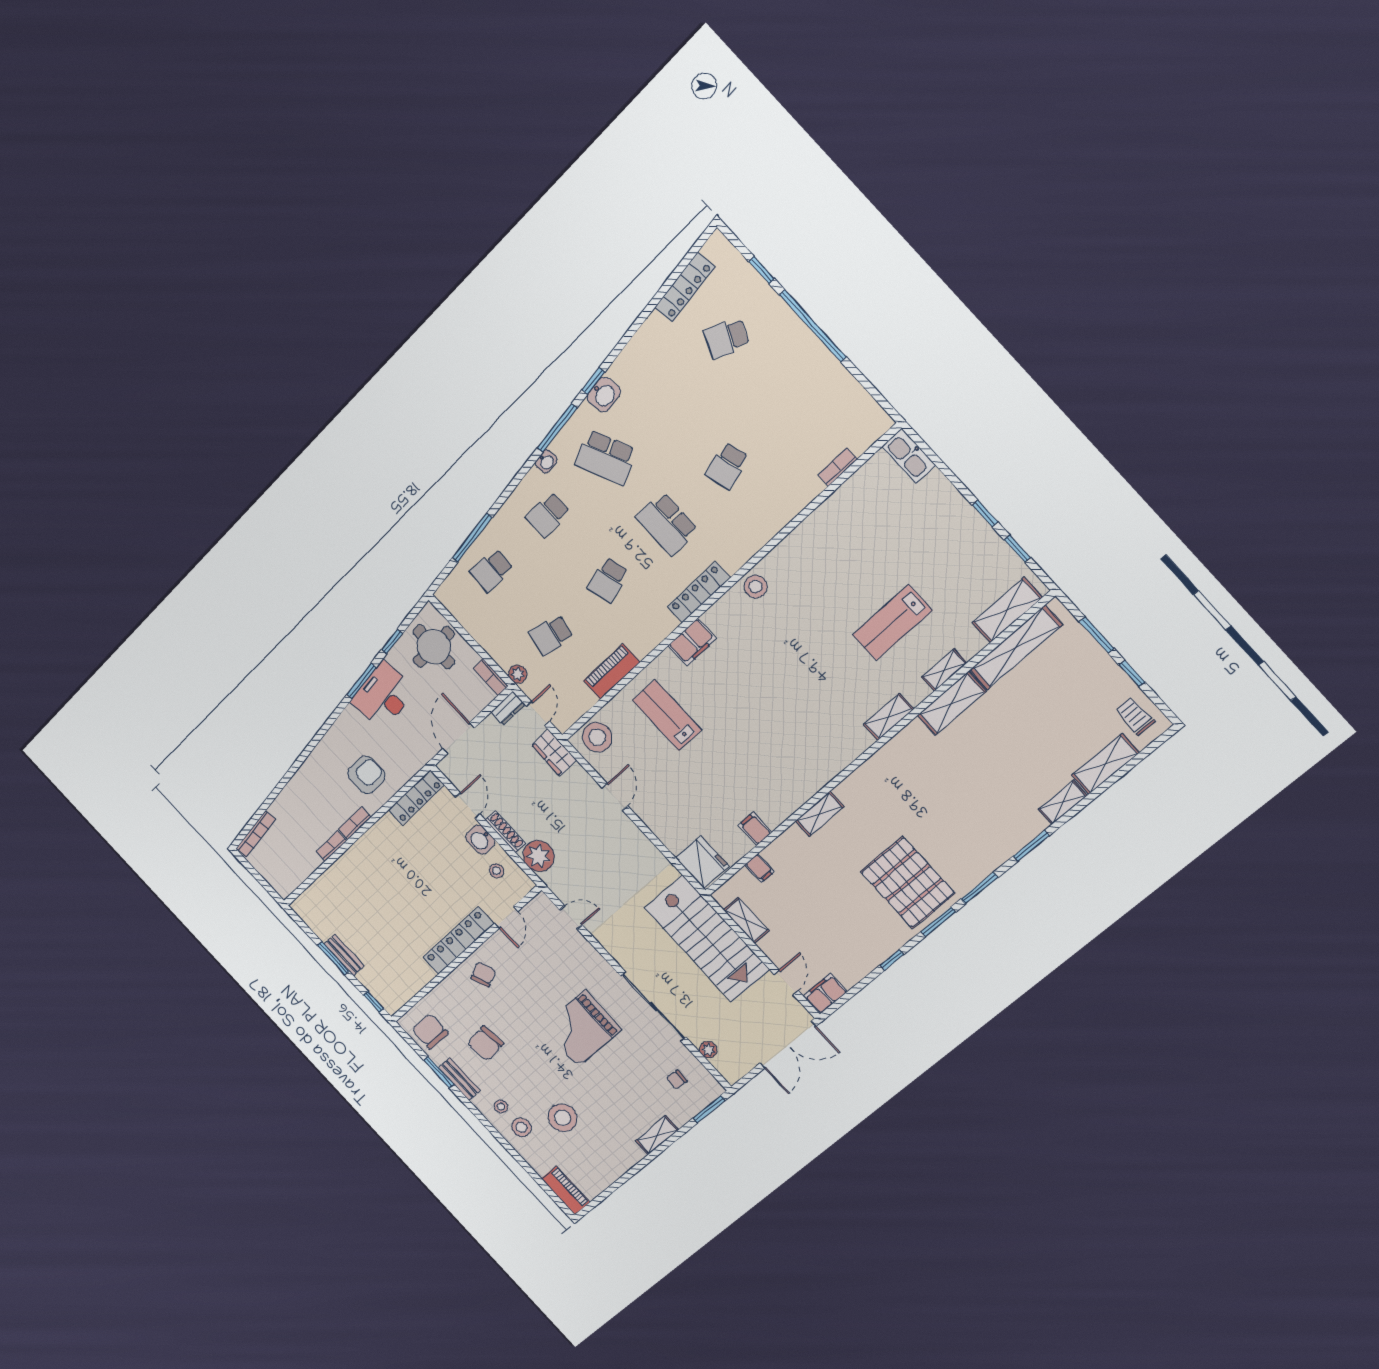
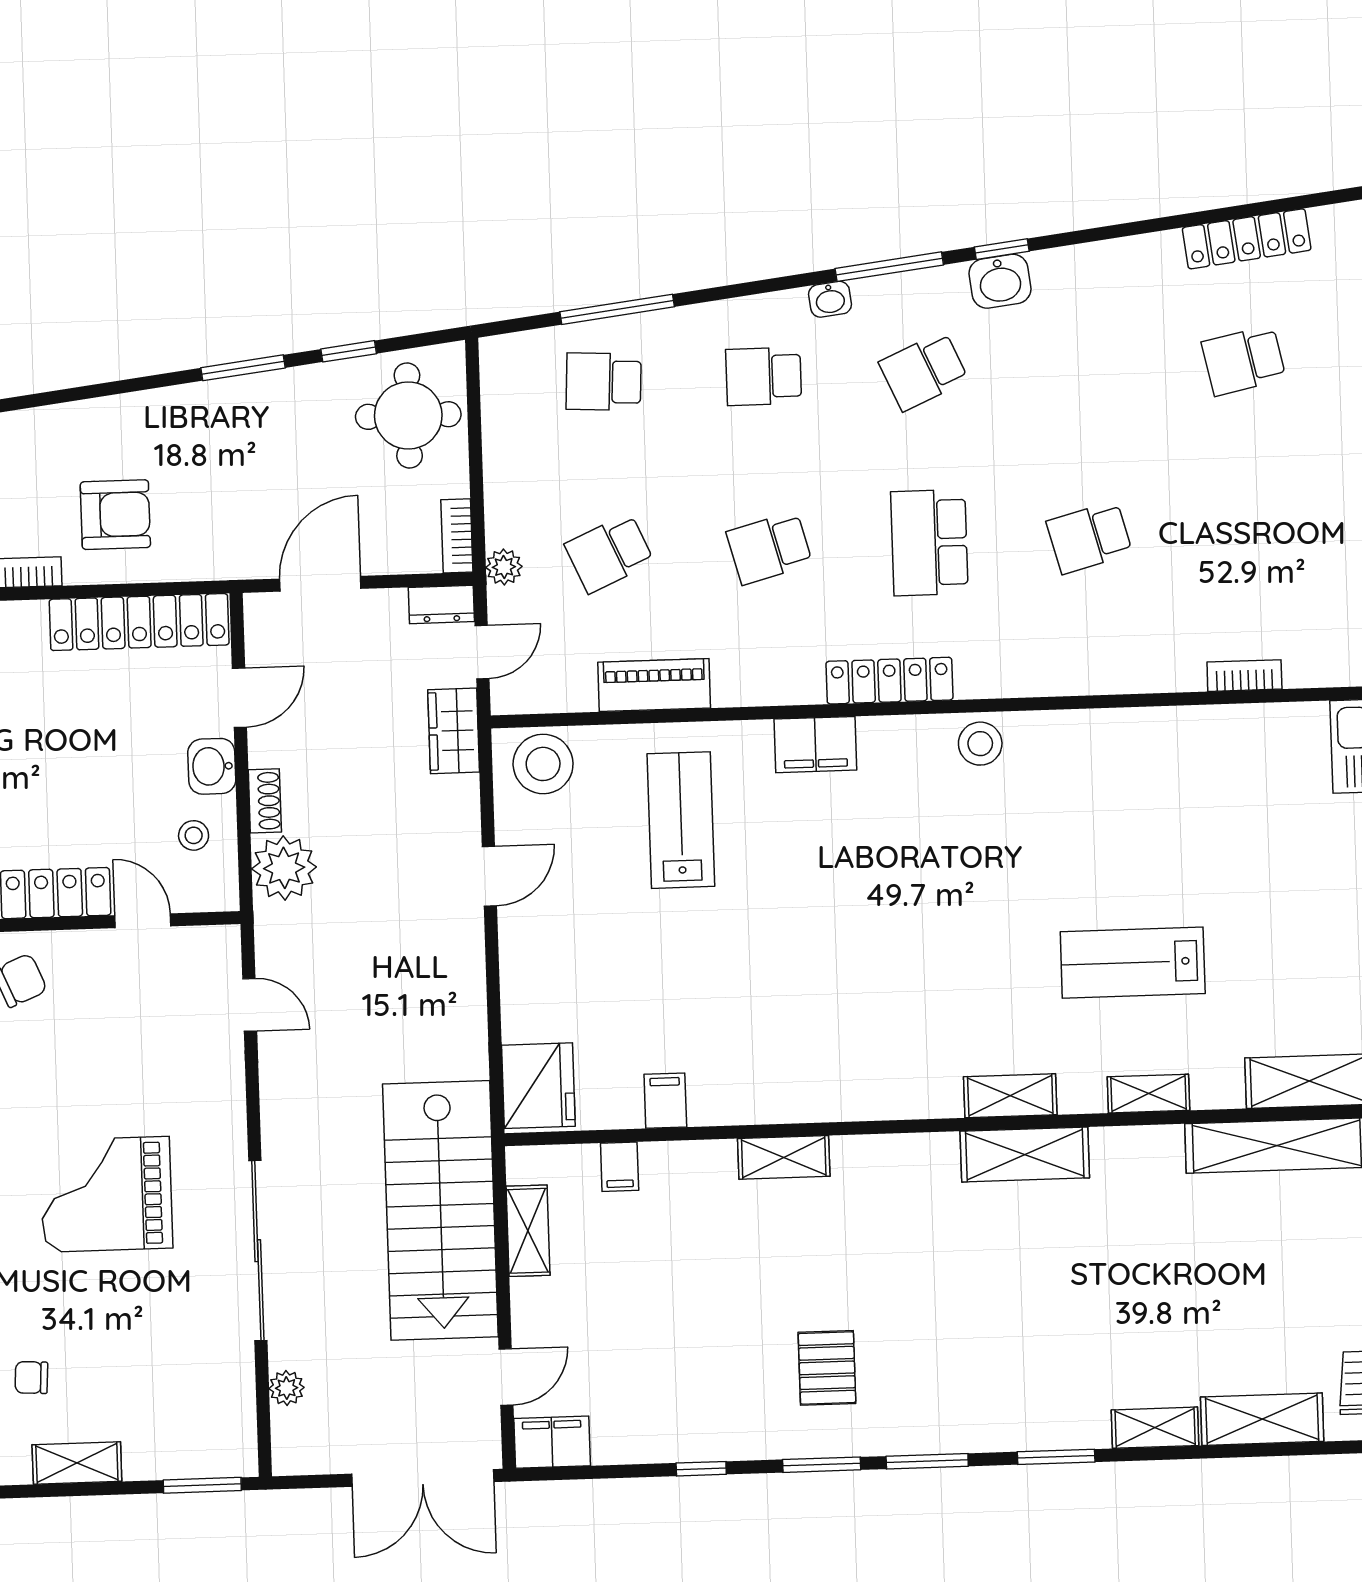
school desk: (726, 338) -> (1244, 360), turned -36
school desk: (606, 457) -> (924, 371), width x0.54
school desk: (551, 635) -> (609, 553), turned -36
desk: (383, 696) -> (258, 419), removed
shelving: (952, 703) -> (1025, 1154), moved
locker: (416, 798) -> (139, 622), width x1.41, depth x1.21
shoe rack: (505, 832) -> (265, 801), width x0.70
pallet: (908, 883) -> (827, 1368), width x0.49, depth x0.50
door: (506, 917) -> (143, 921), swing flipped
chair: (677, 1080) -> (31, 1378), moved

